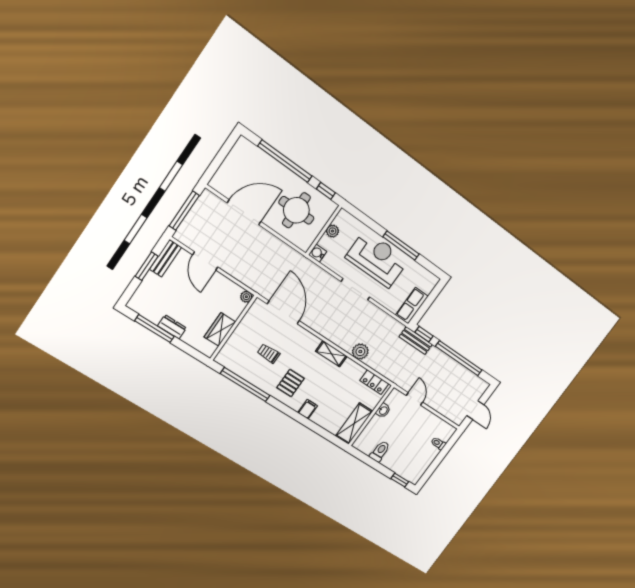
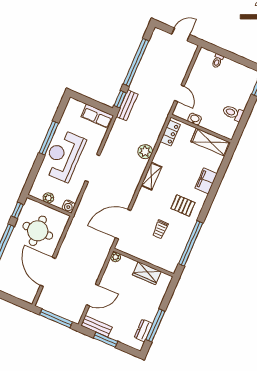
dresser: (172, 327) -> (143, 330), moved
door: (414, 399) -> (179, 93), swing flipped
filing cabinet: (308, 409) -> (206, 181), width x2.00

